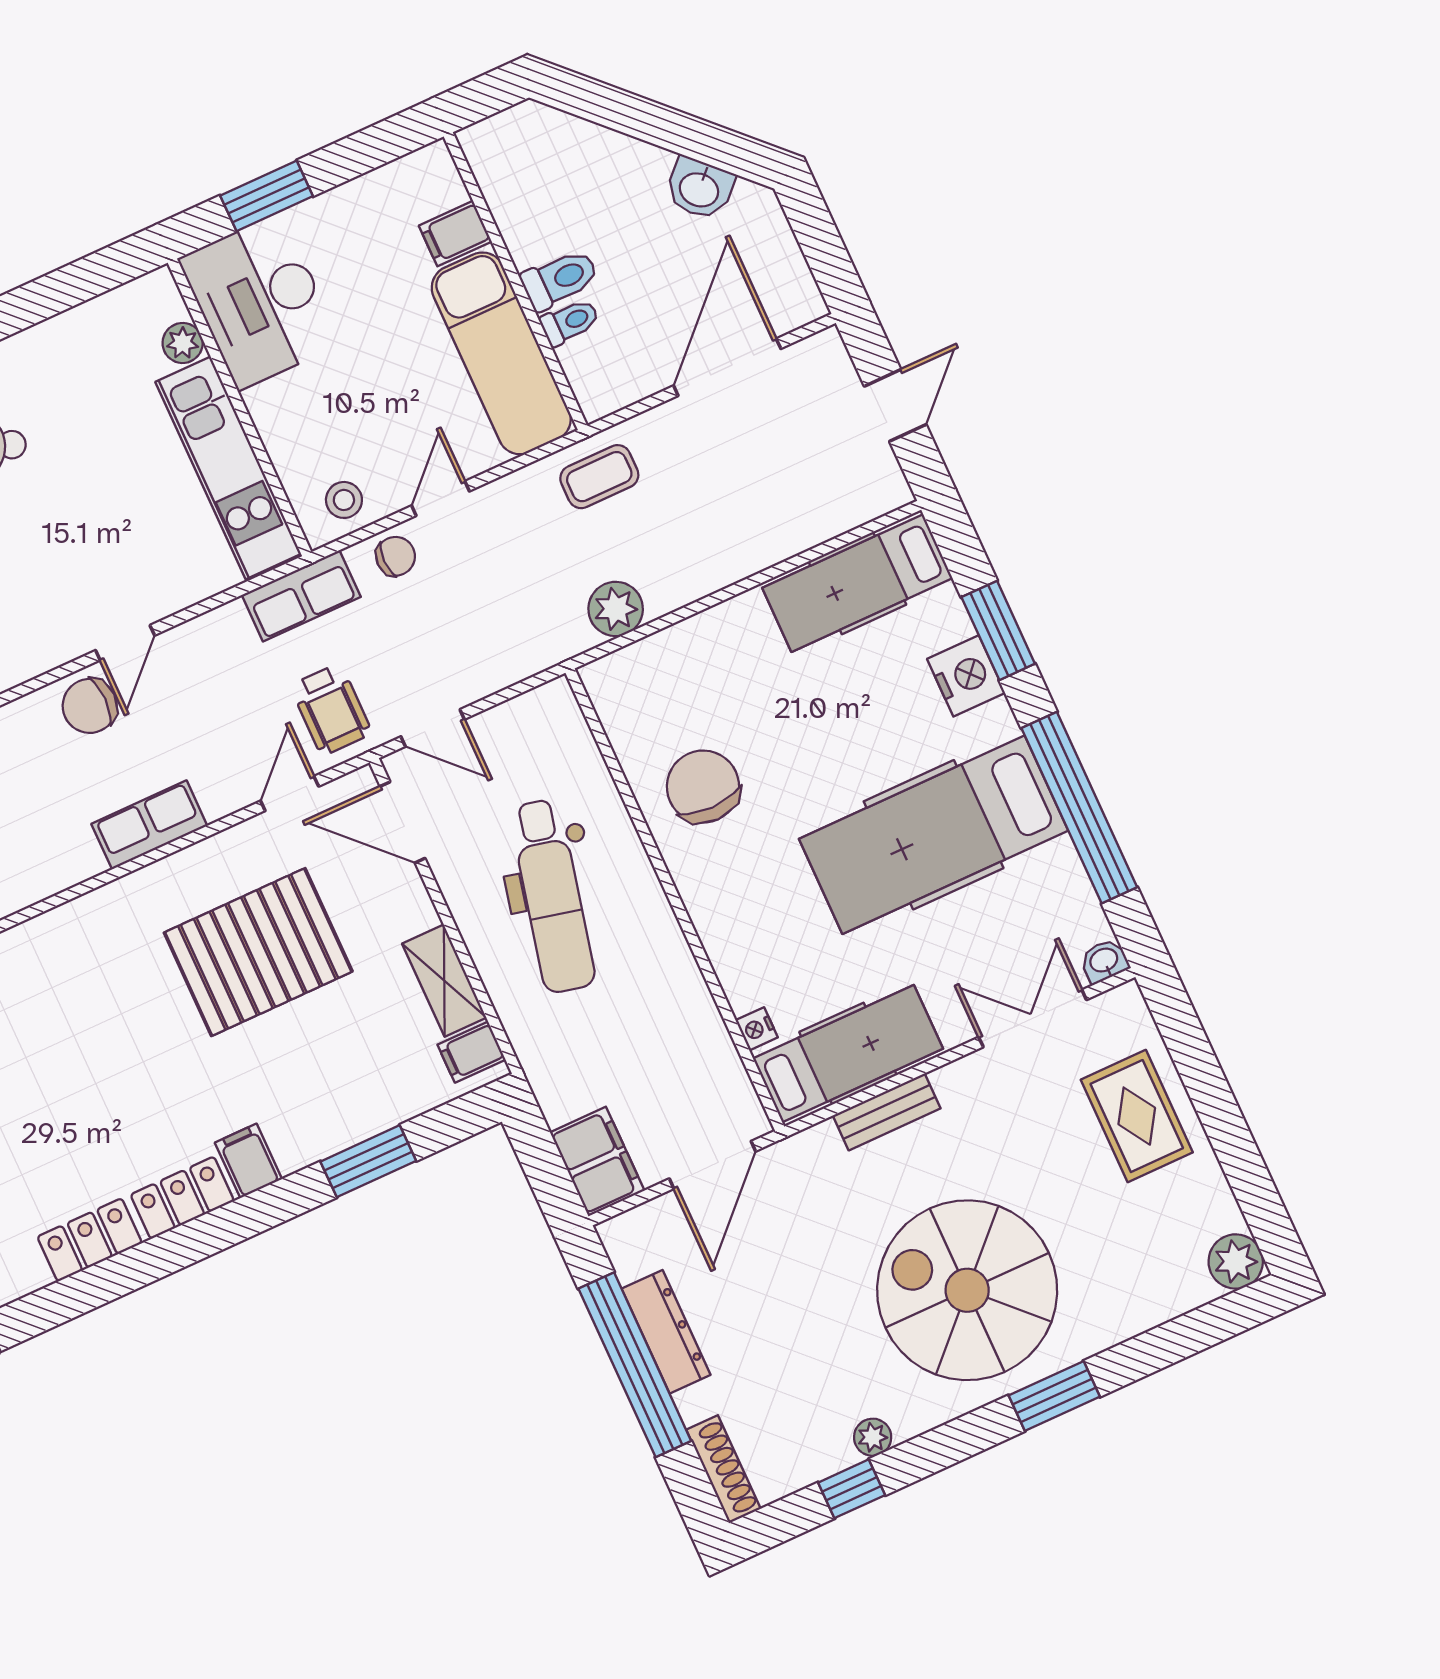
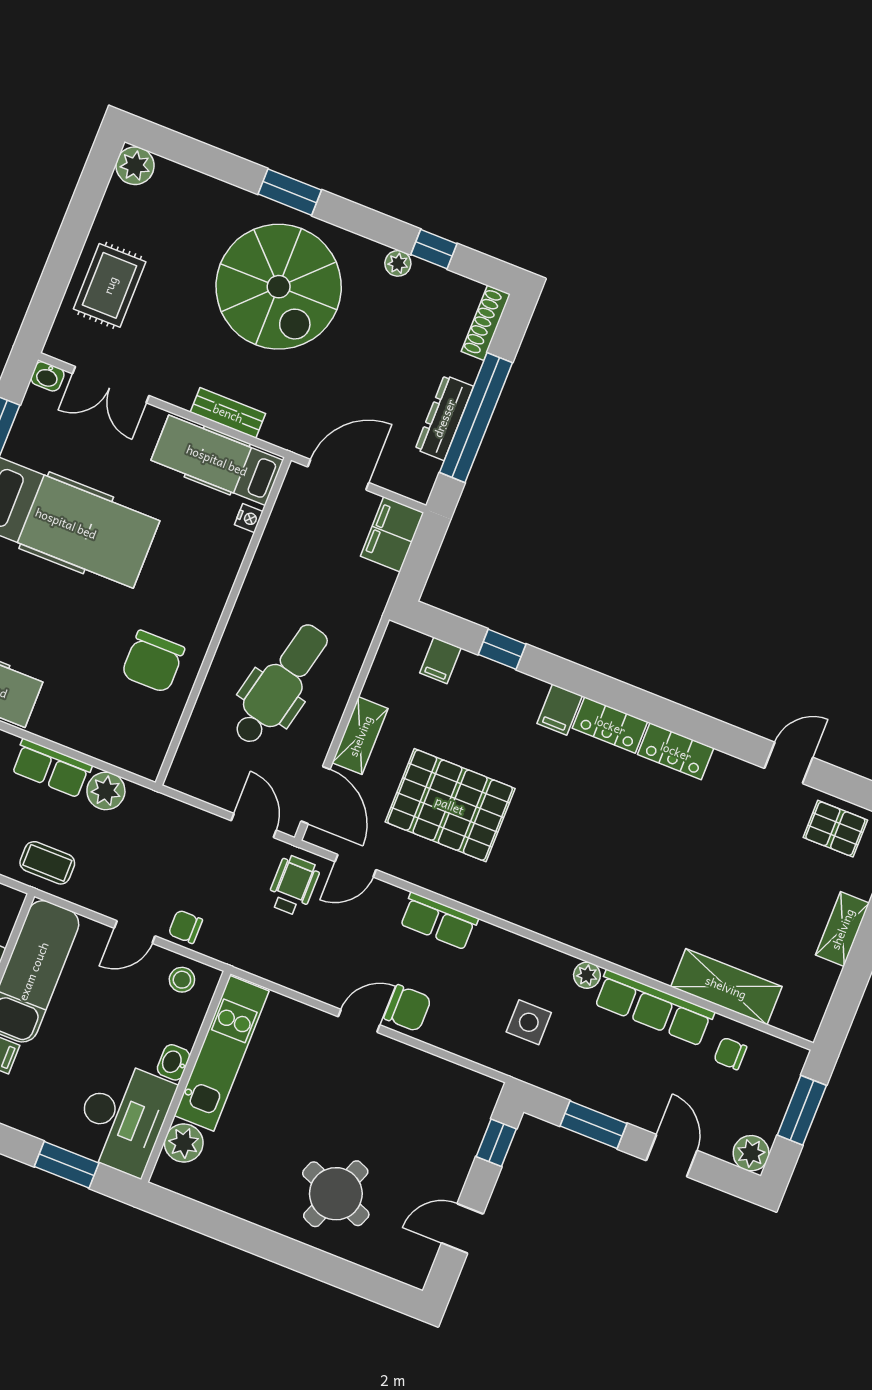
plant: (183, 343) -> (184, 1143), width x1.38, depth x1.38
washbasin: (267, 409) -> (174, 1062), added
row of seats: (301, 596) -> (51, 768), moved, turned 180
shelving: (444, 981) -> (360, 736), moved
filing cabinet: (472, 1052) -> (440, 661), moved, turned 90
window: (368, 1161) -> (502, 649), width x0.67

